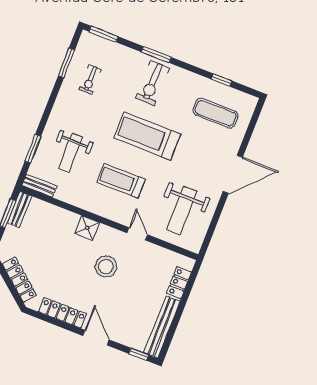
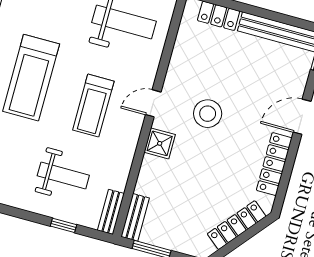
window: (33, 149) -> (63, 225), width x0.67
bench: (20, 210) -> (135, 217), moved, turned 90
door: (137, 234) -> (153, 103), moved

